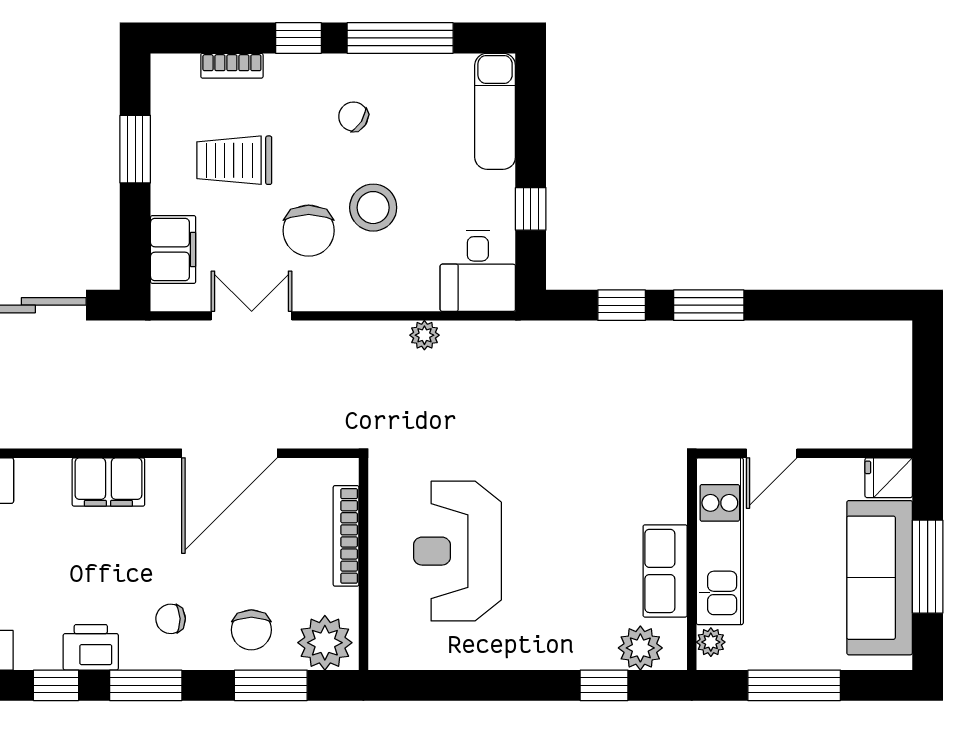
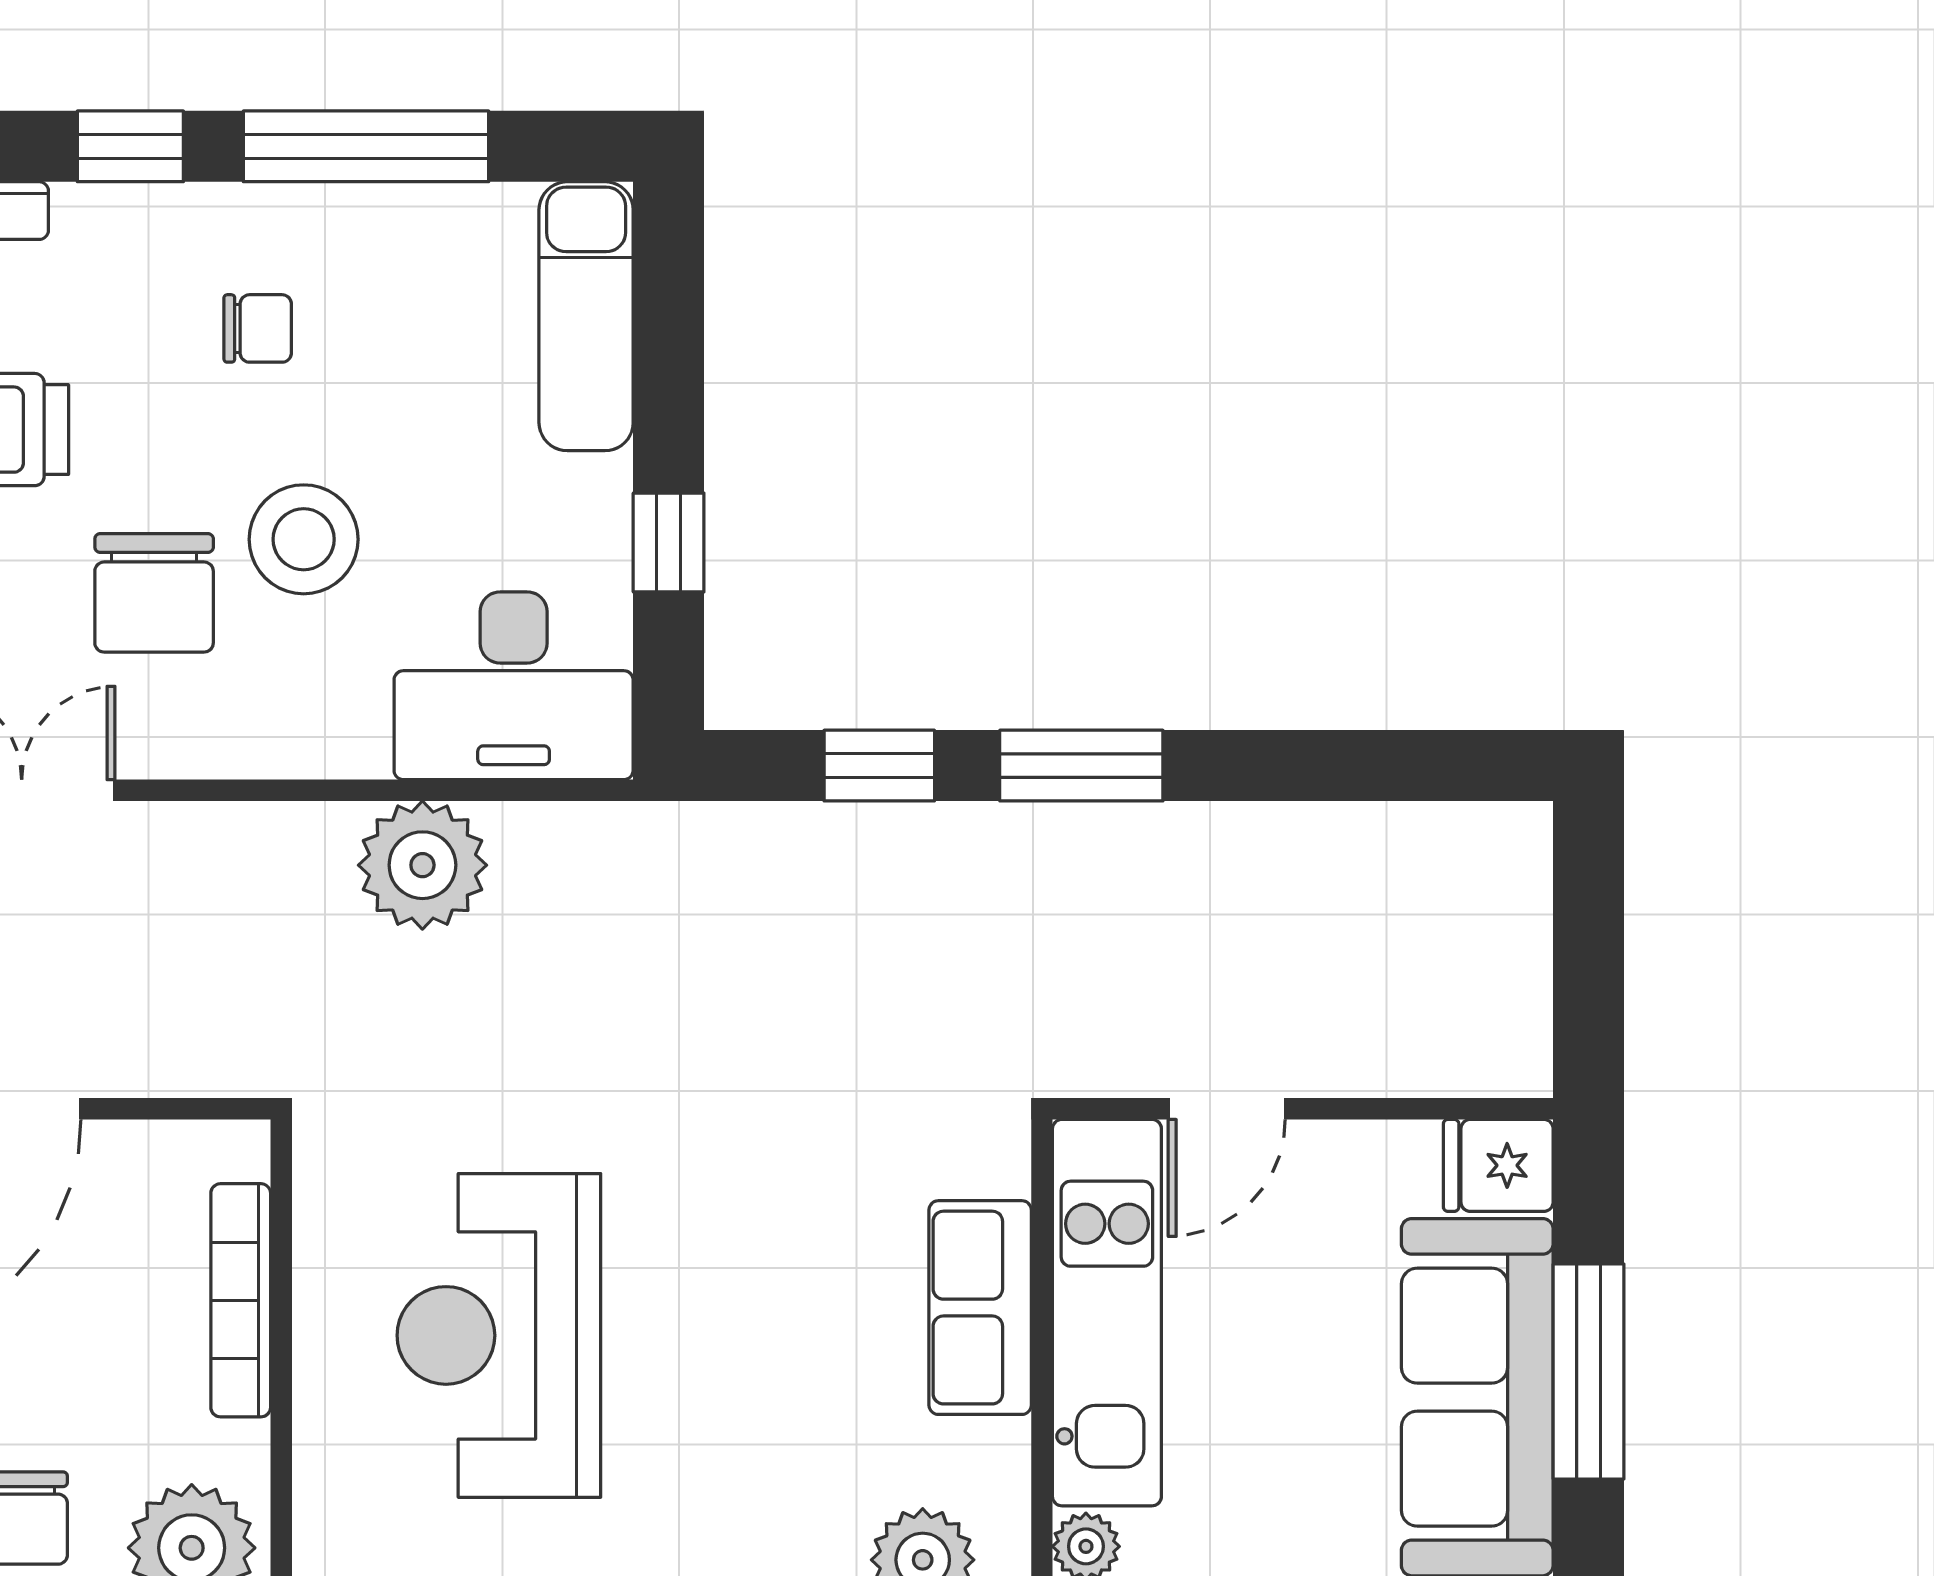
chair: (353, 117) -> (258, 328), turned 148
desk: (478, 271) -> (514, 686), width x1.37
plant: (424, 335) -> (422, 865), width x1.88, depth x1.88
row of seats: (665, 571) -> (980, 1308), moved

